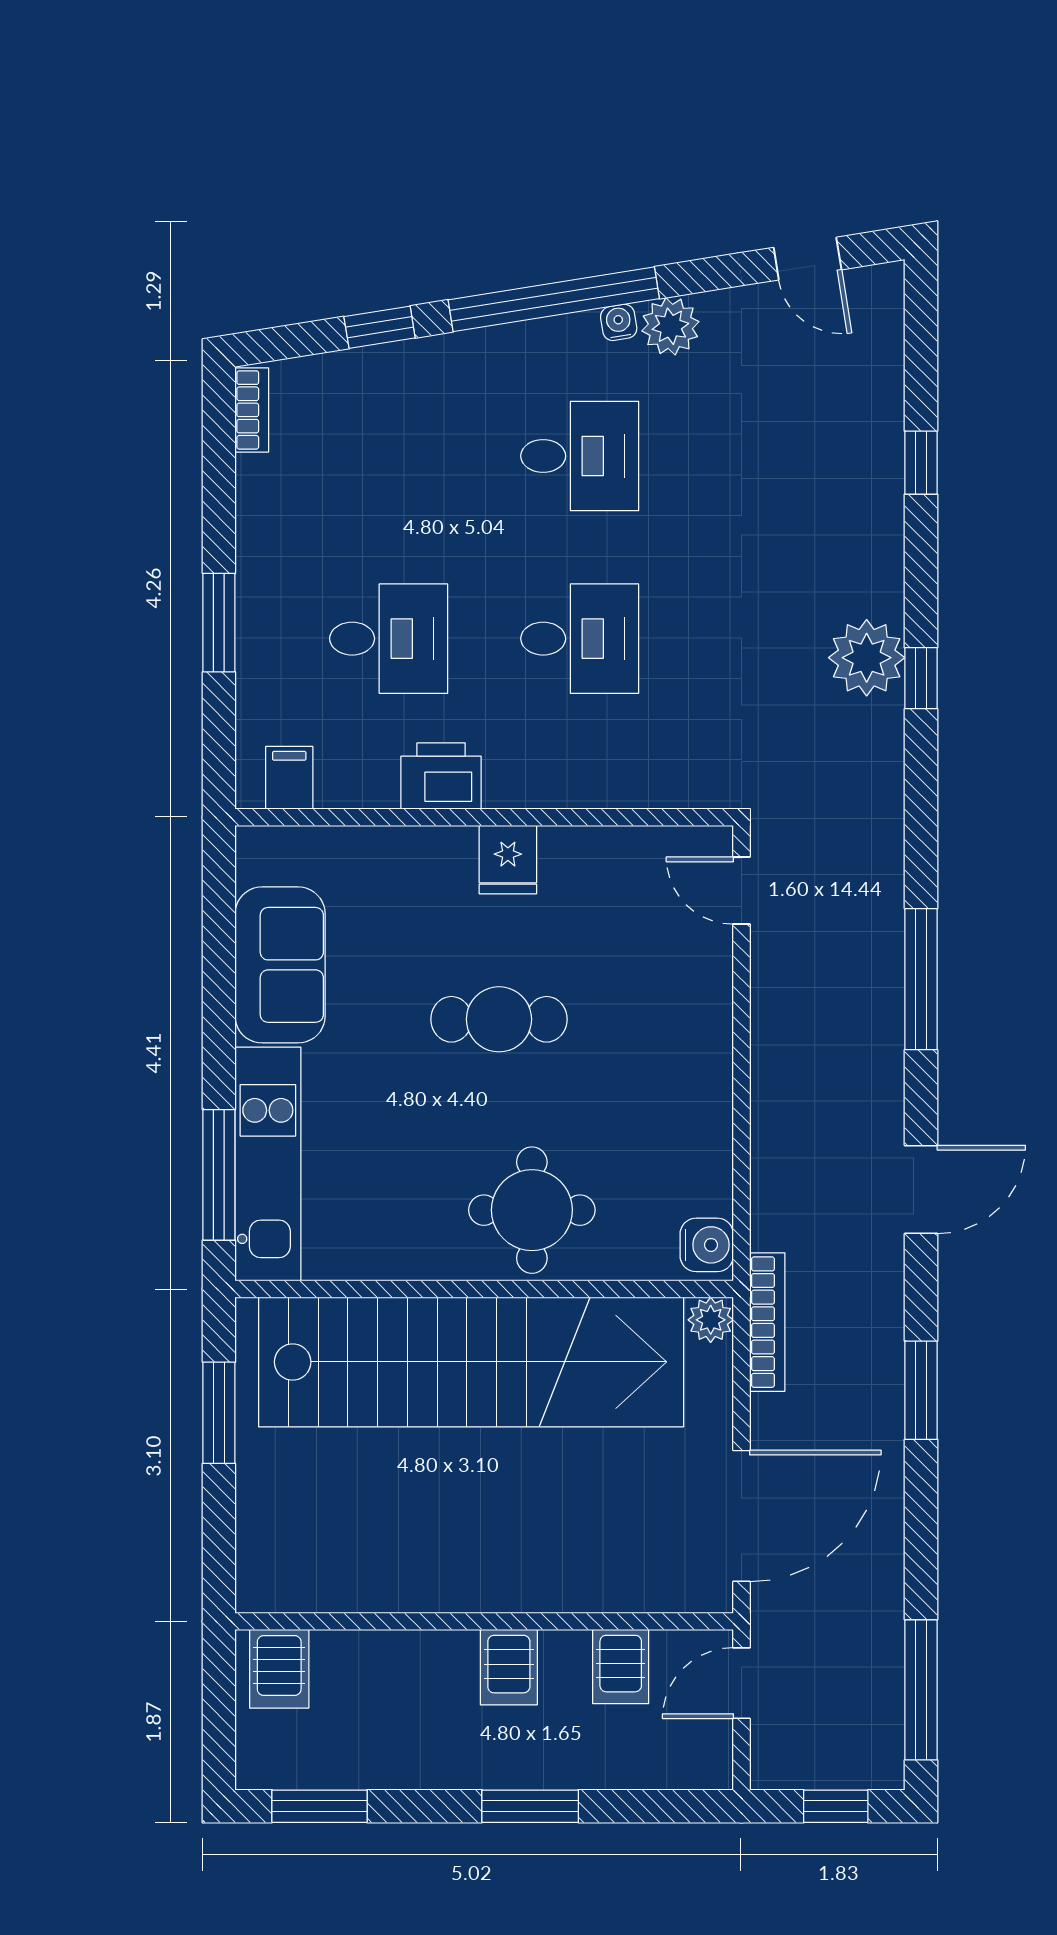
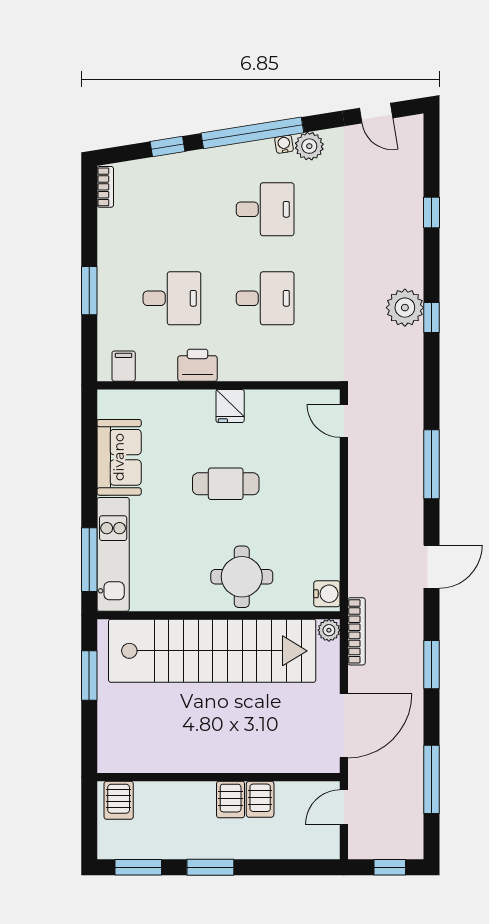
server rack: (621, 1667) -> (260, 799), moved
window: (921, 1690) -> (431, 779), moved
window: (530, 1806) -> (210, 867), moved

